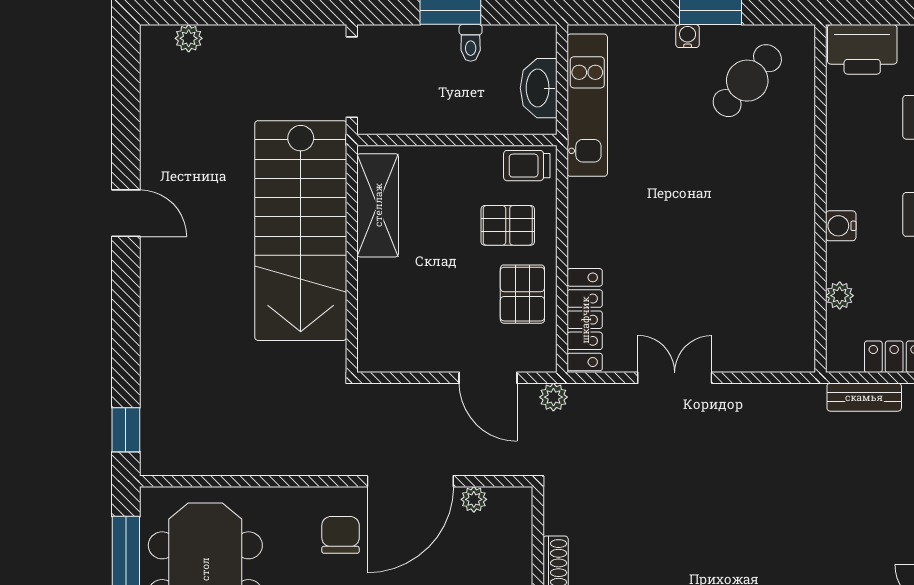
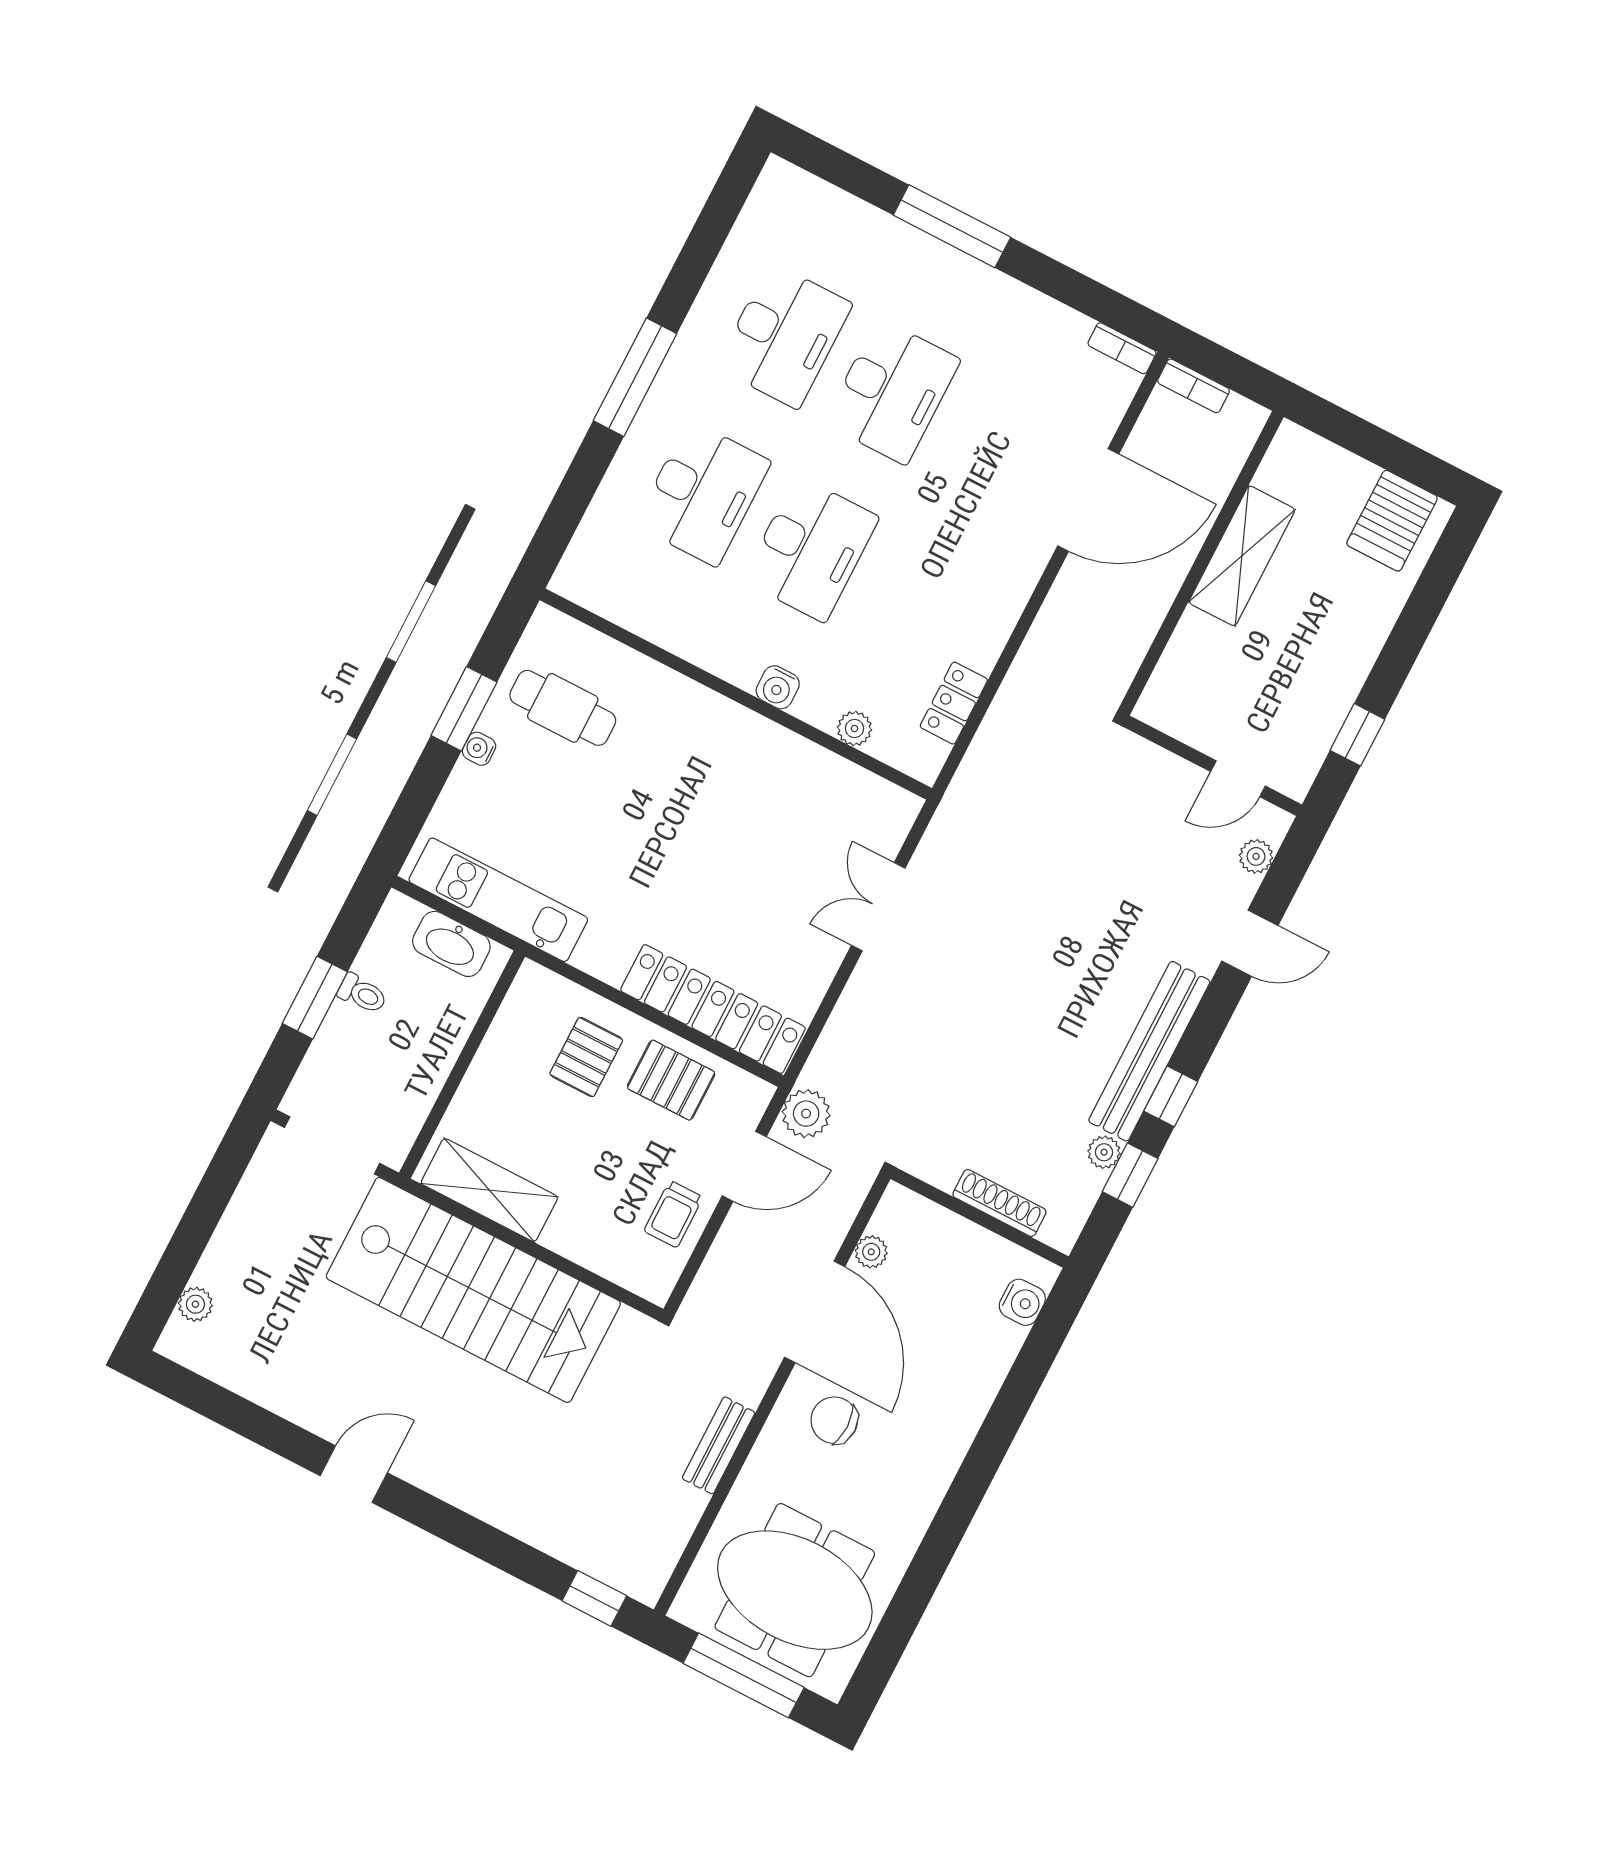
printer: (862, 49) -> (594, 562), removed
cafe table: (747, 81) -> (563, 708), turned -42
trolley: (527, 166) -> (673, 1214), moved
locker: (585, 320) -> (713, 1009), width x1.41, depth x1.21
double door: (675, 378) -> (878, 907), moved
plant: (553, 397) -> (806, 1114), width x1.38, depth x1.38
bench: (864, 397) -> (718, 1445), moved

